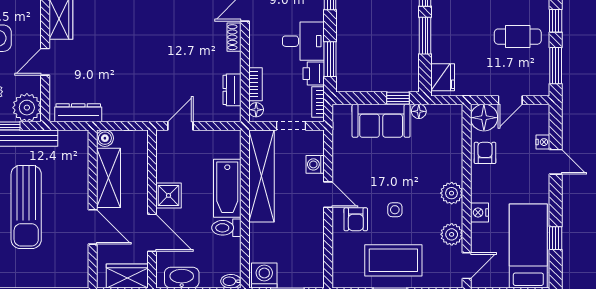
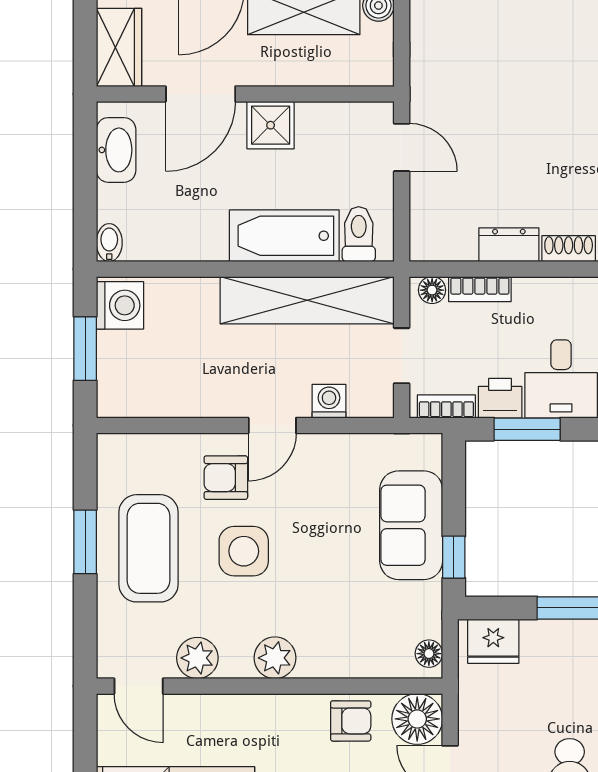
dresser: (232, 90) -> (509, 245), moved
floor lamp: (419, 111) -> (429, 654), moved
side table: (395, 210) -> (244, 551), width x1.87, depth x1.87
nightstand: (479, 213) -> (239, 710), removed
toilet: (226, 228) -> (359, 234), moved

